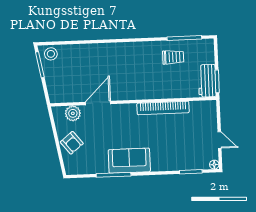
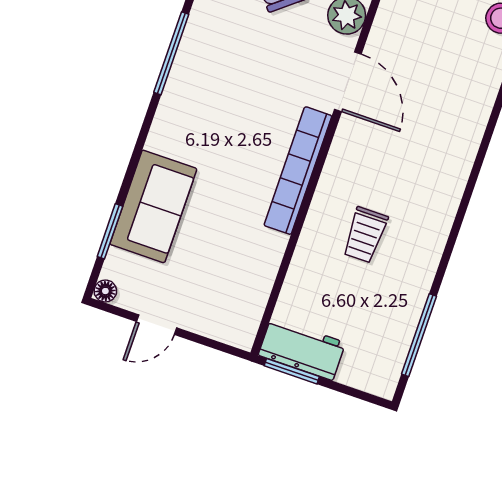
trolley: (173, 57) -> (365, 235), moved
bookcase: (163, 108) -> (298, 171), moved
sofa: (129, 161) -> (153, 206), moved

